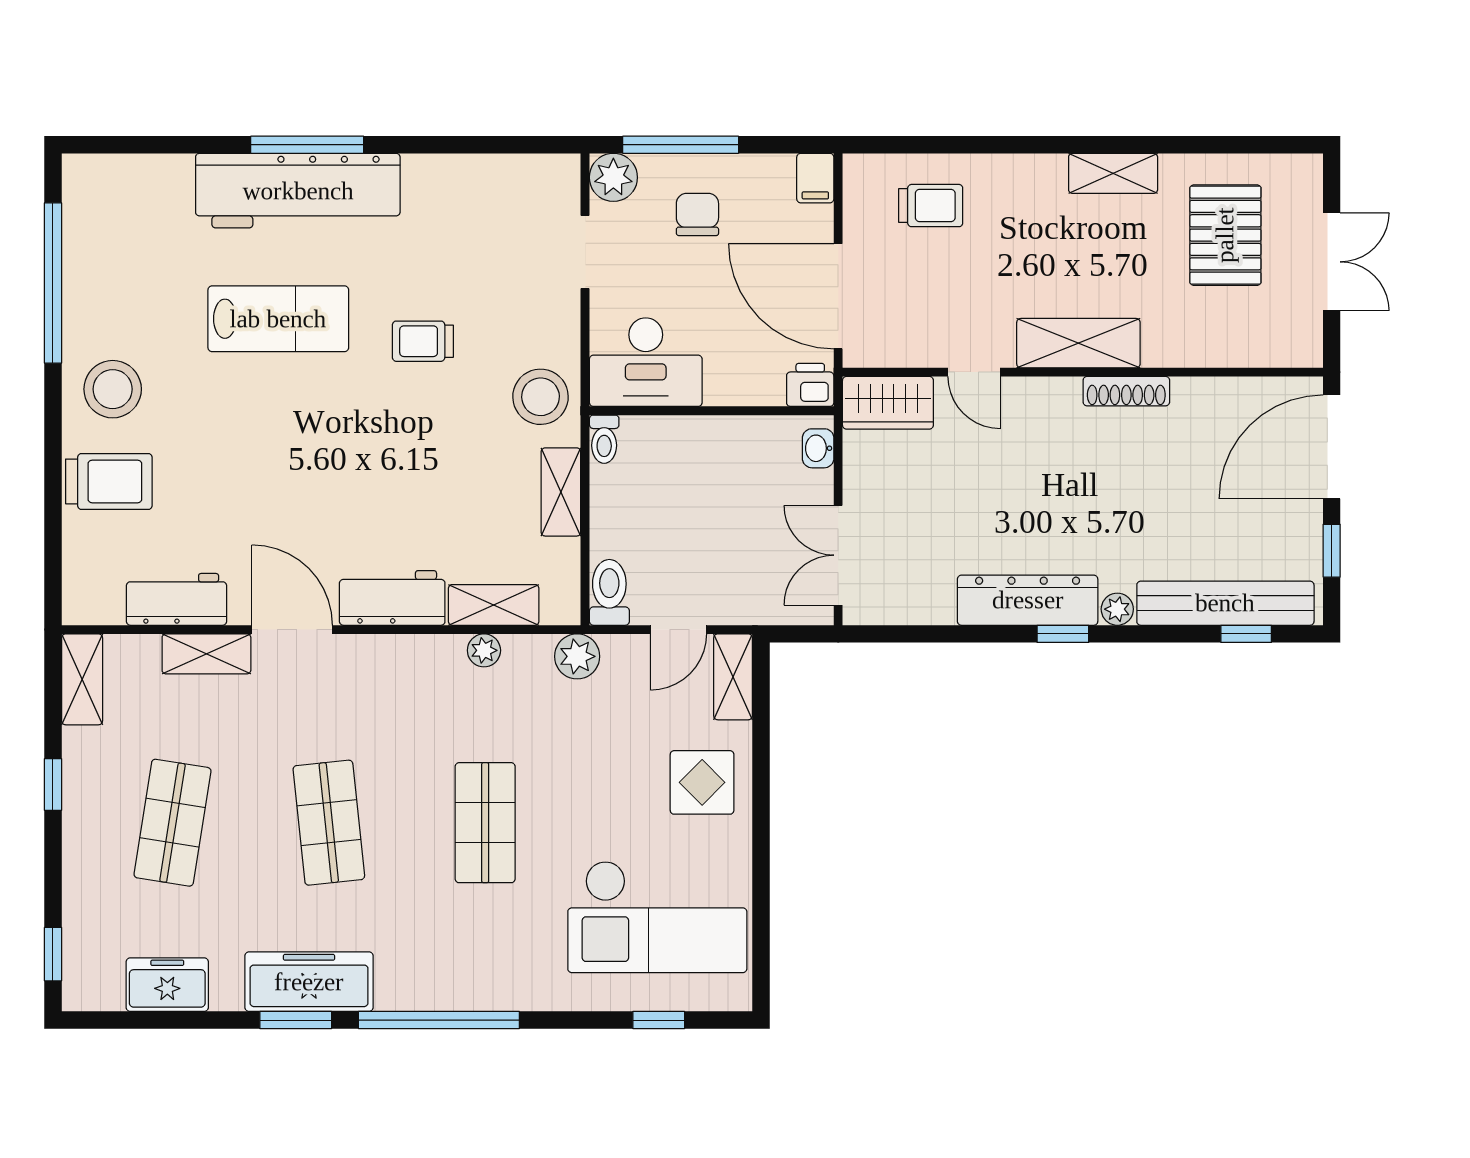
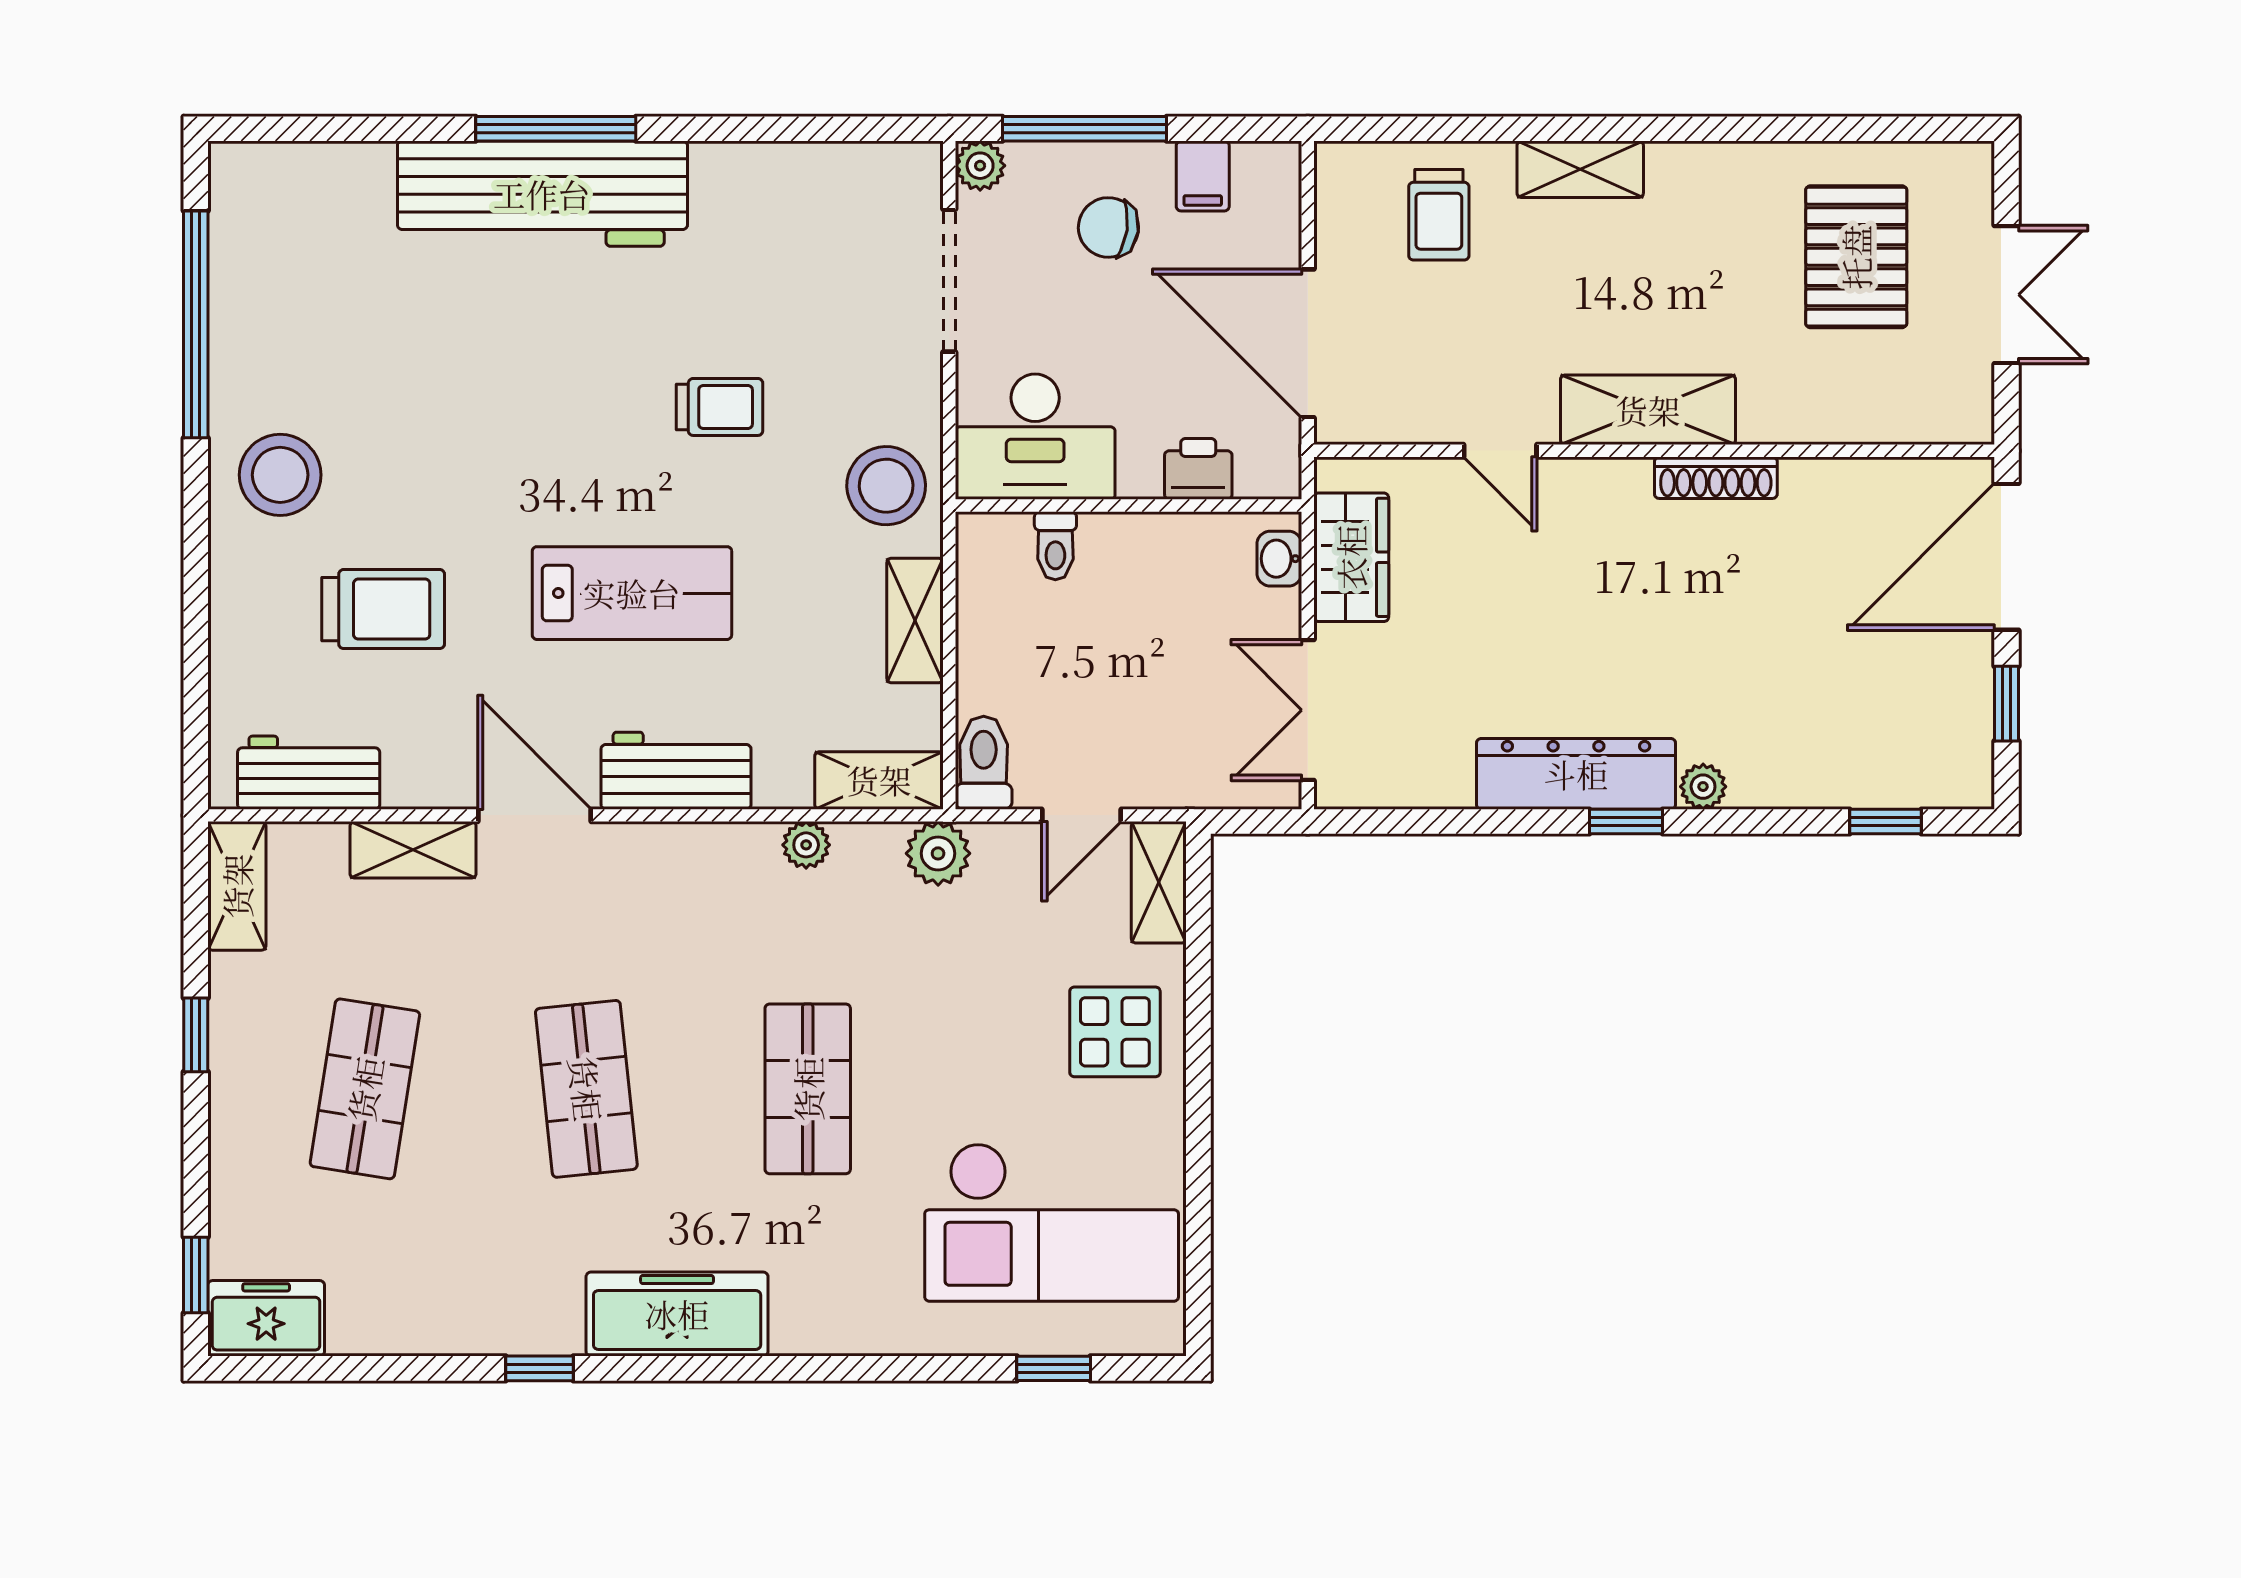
shelving: (1113, 173) -> (1580, 169), moved
plant: (613, 177) -> (980, 166), width x0.73, depth x0.73
filing cabinet: (815, 178) -> (1203, 176), moved
trolley: (931, 206) -> (1439, 215), turned 90
chair: (697, 214) -> (1108, 227), turned -82
doorway: (585, 252) -> (949, 281), width x1.38
lab bench: (278, 319) -> (632, 593), moved
trolley: (423, 341) -> (720, 407), turned 180
printer: (810, 385) -> (1198, 469), moved
wardrobe: (888, 403) -> (1351, 557), moved, turned -90
toilet: (604, 439) -> (1055, 546), moved
trolley: (109, 481) -> (383, 609), moved
workbench: (176, 599) -> (309, 773), moved
bench: (1225, 603) -> (1856, 778), removed
shelving: (494, 605) -> (879, 780), moved
freezer: (309, 982) -> (677, 1314), moved
freezer: (167, 985) -> (266, 1318), moved
window: (296, 1020) -> (539, 1368), width x0.67
window: (439, 1020) -> (742, 1368), removed

